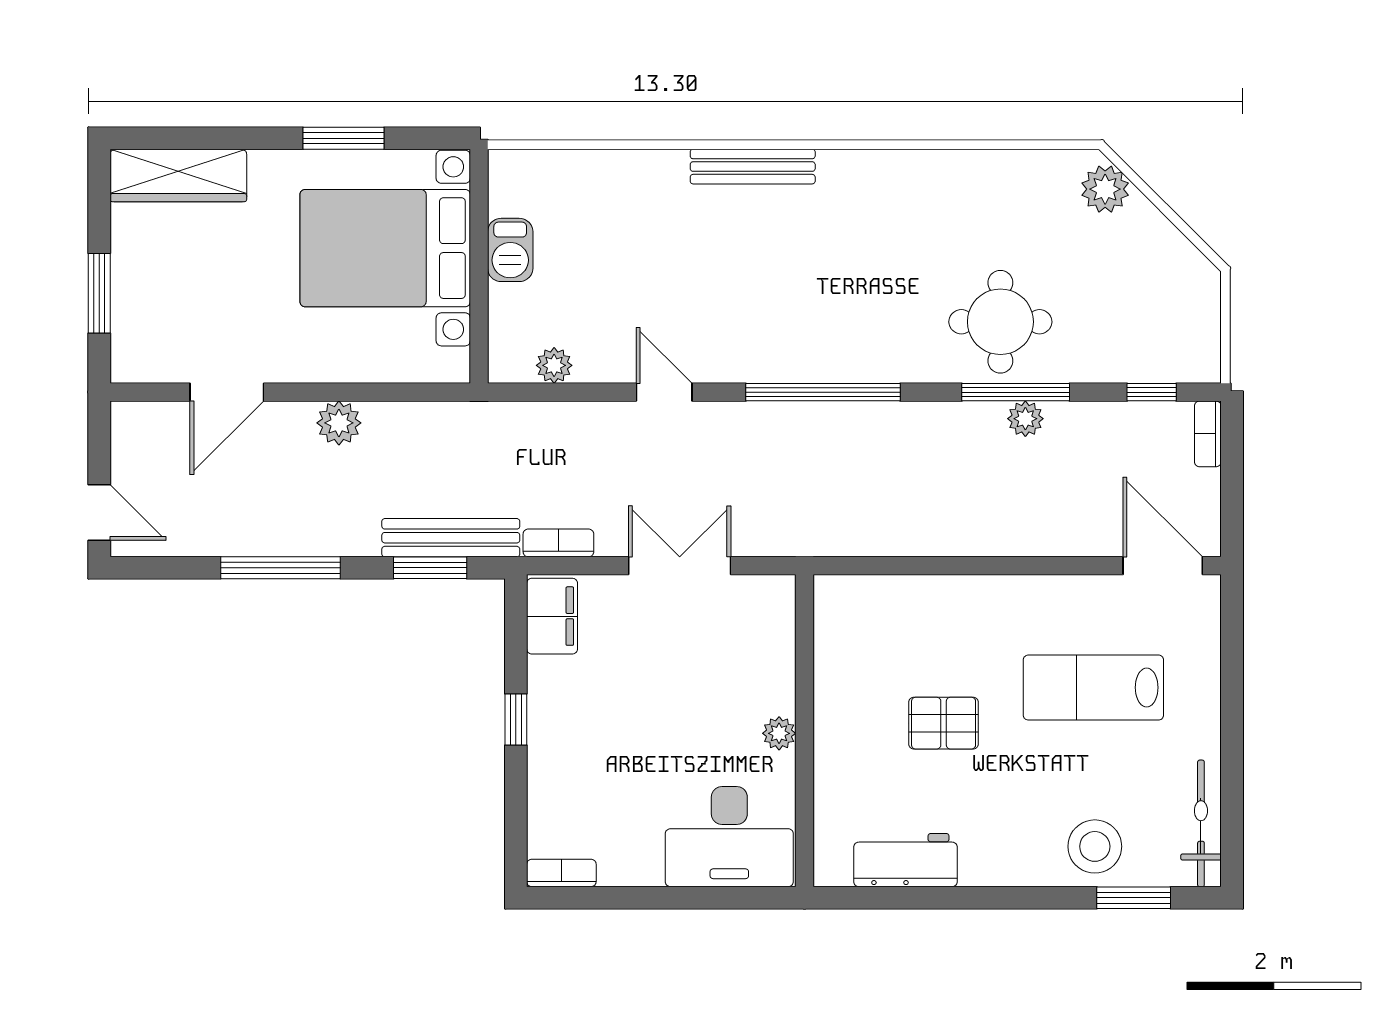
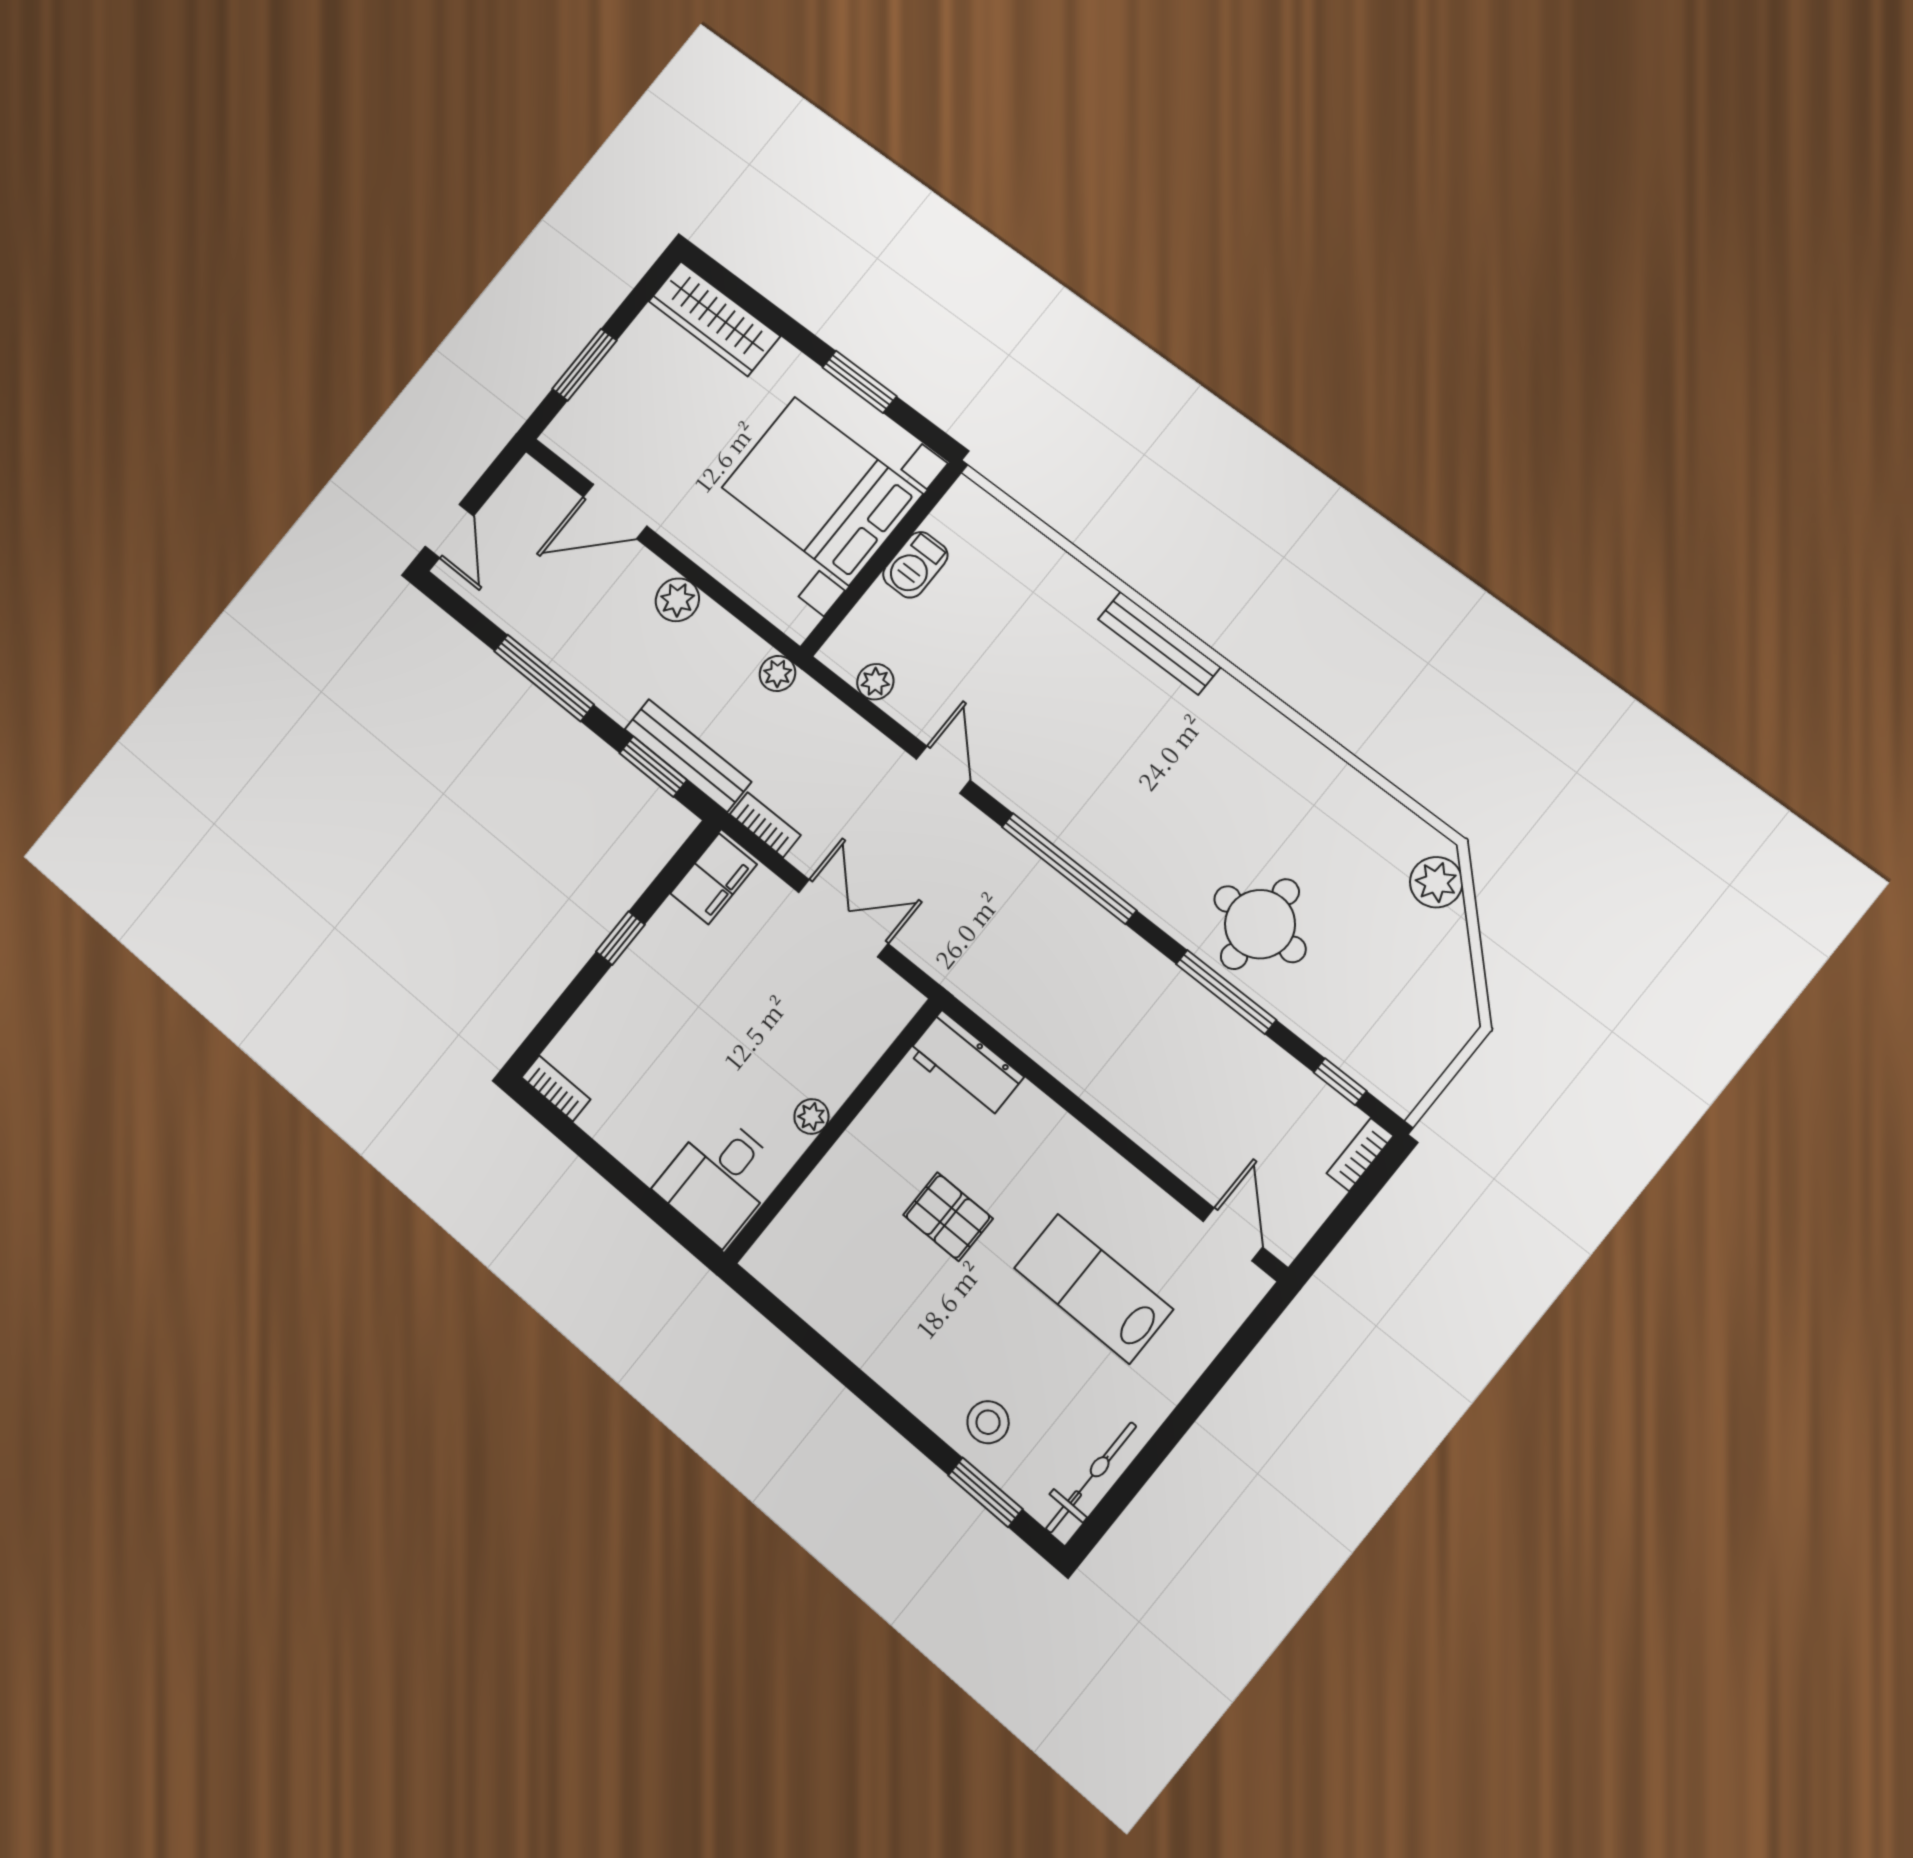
plant: (1025, 419) -> (777, 673), moved
door: (1163, 566) -> (1233, 1234), width x0.73
desk: (729, 837) -> (719, 1179), width x0.73
stool: (1095, 846) -> (988, 1422), width x0.73, depth x0.73
workbench: (905, 860) -> (965, 1065), moved, turned 180

